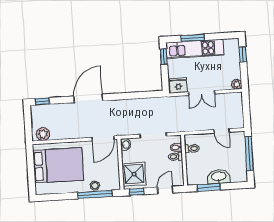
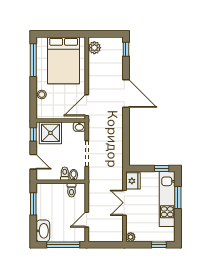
door: (103, 138) -> (87, 105), hinge flipped
washbasin: (219, 177) -> (43, 231), moved
window: (95, 194) -> (33, 60), moved

